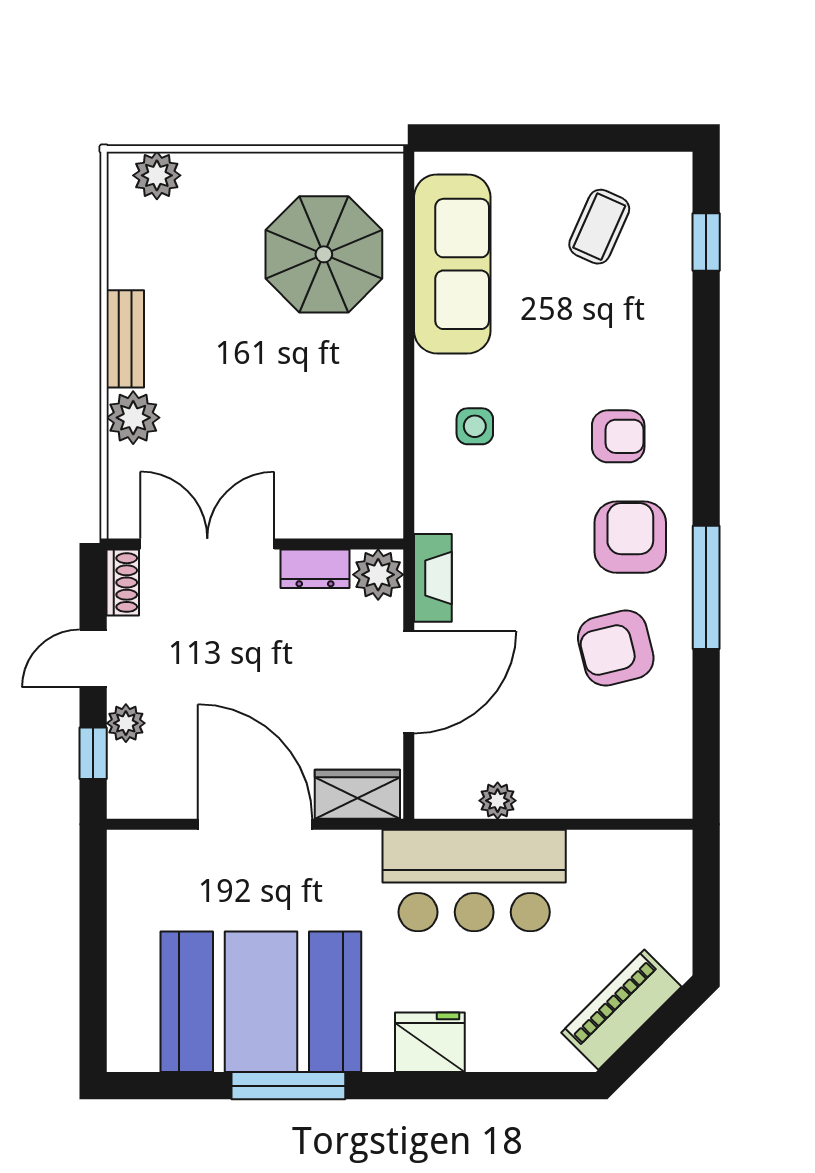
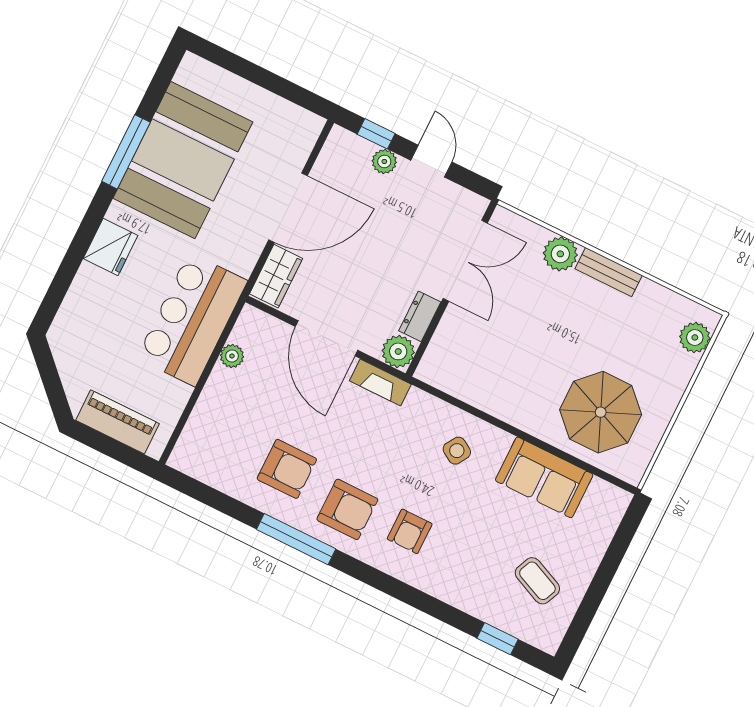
sofa: (452, 264) -> (544, 477), width x0.73
side table: (475, 426) -> (457, 451), turned 32
shoe rack: (123, 583) -> (467, 200), removed
armchair: (616, 648) -> (287, 469), turned 104
piano: (621, 1010) -> (118, 422), moved, turned -45

